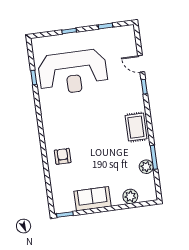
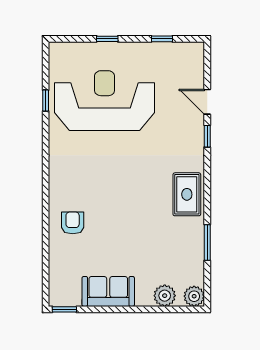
reception desk: (73, 72) -> (105, 101), turned 180
plant: (146, 167) -> (194, 296), moved

